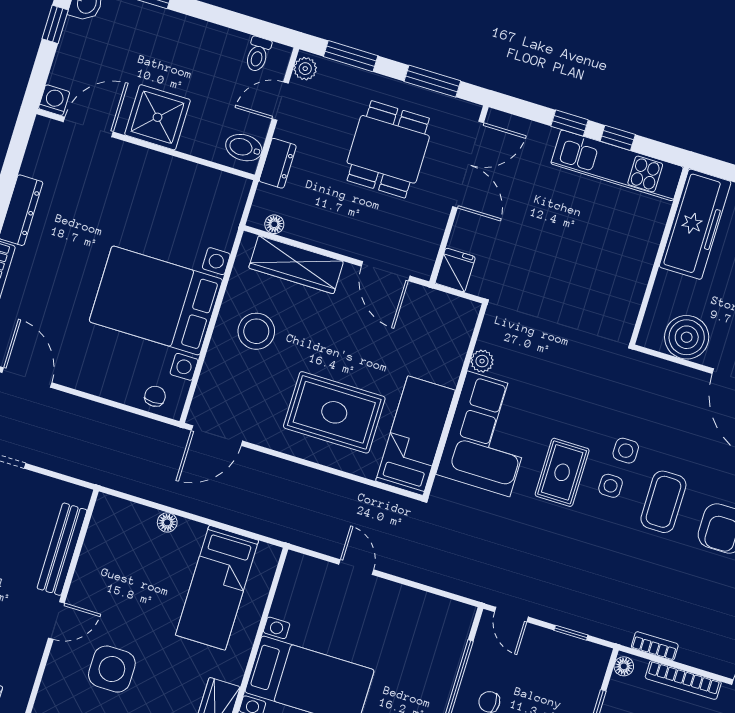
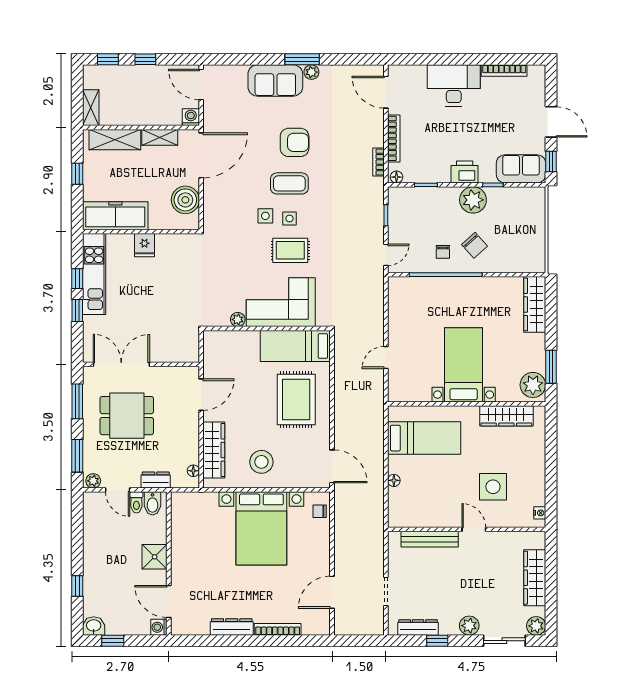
toilet: (258, 54) -> (136, 502), moved, turned 90
shower: (157, 117) -> (155, 557), width x0.73, depth x0.73
fridge: (455, 270) -> (145, 245), moved, turned -90

